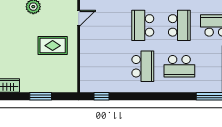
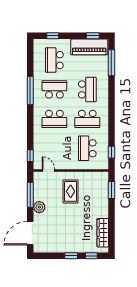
school desk: (106, 66) -> (87, 148), added
school desk: (143, 66) -> (87, 119), turned 180
window: (41, 96) -> (111, 190), moved

